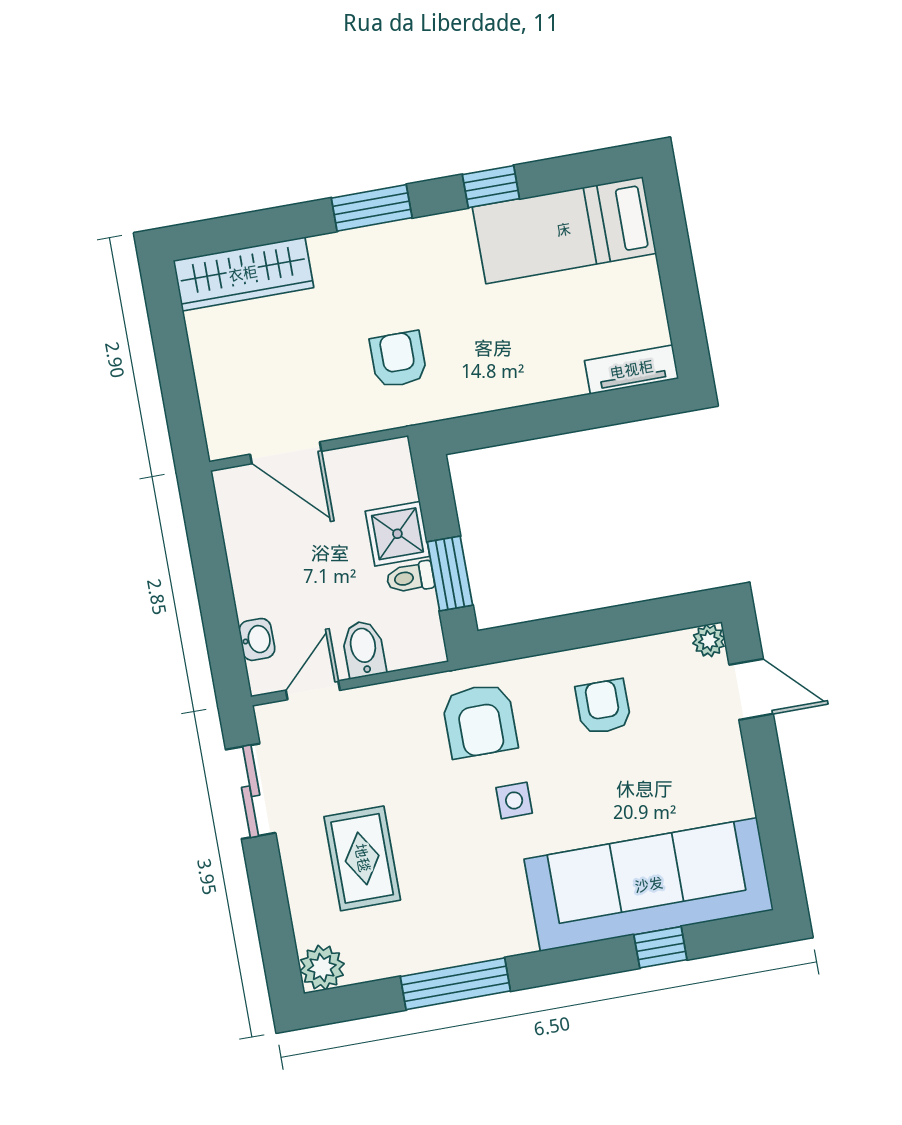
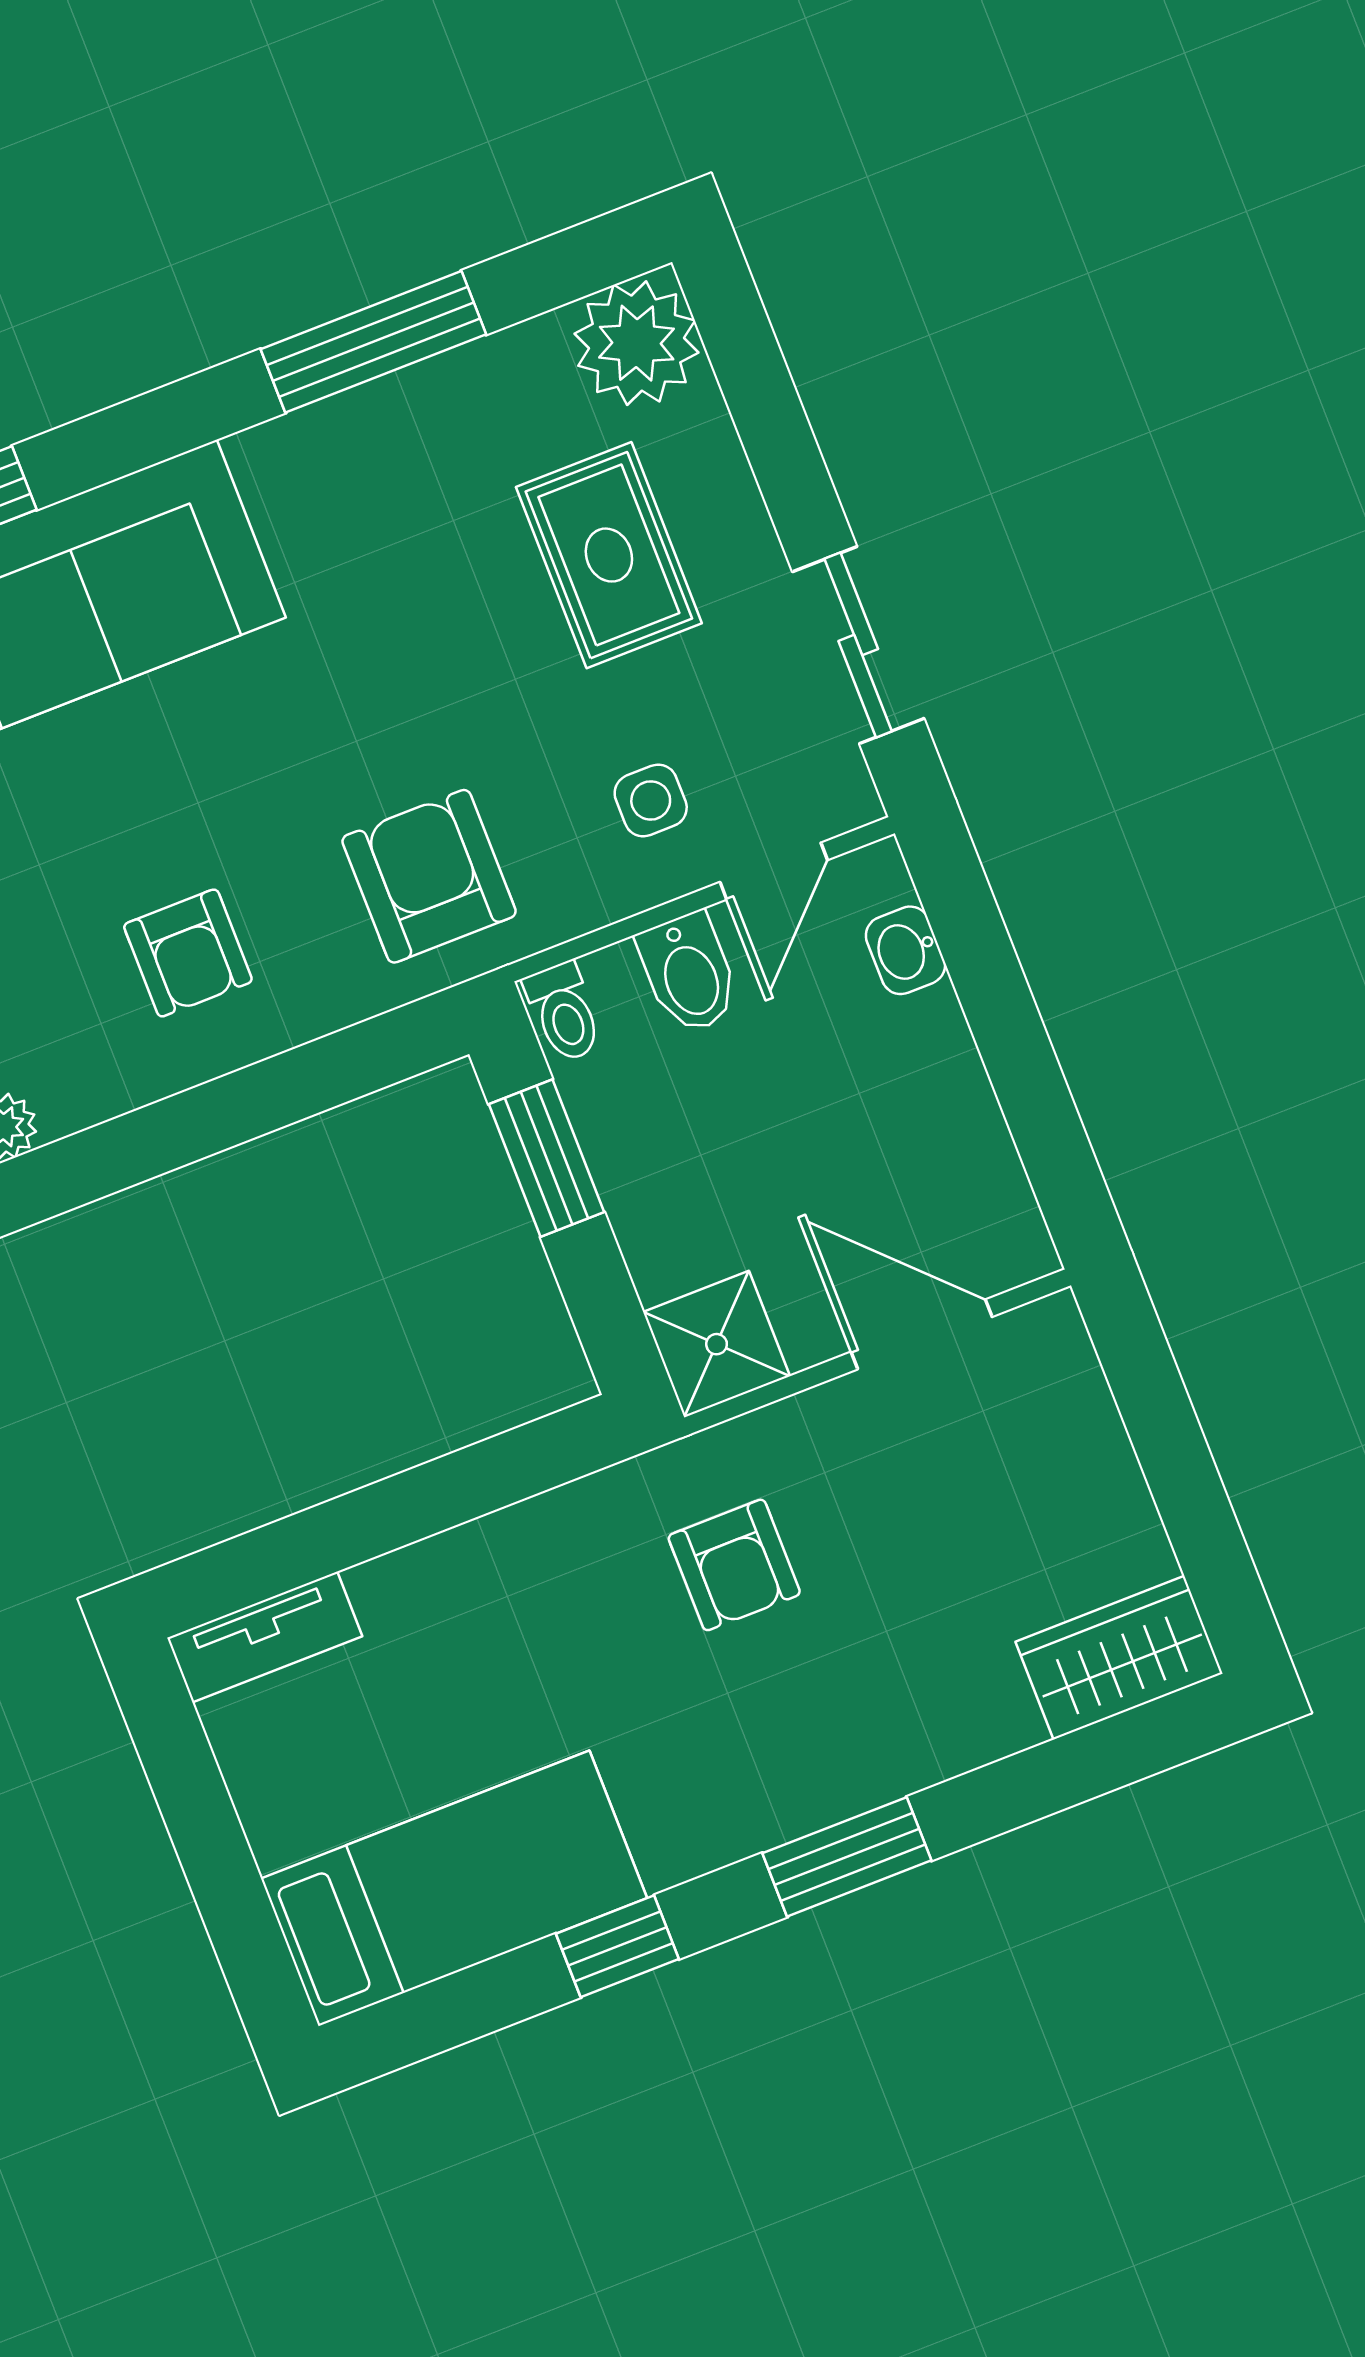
wardrobe: (243, 274) -> (1119, 1658), width x0.67
shower: (397, 534) -> (717, 1344), moved
toilet: (410, 578) -> (564, 1012), moved, turned 90
side table: (514, 800) -> (651, 800), moved
plant: (322, 968) -> (637, 343), width x1.36, depth x1.36

